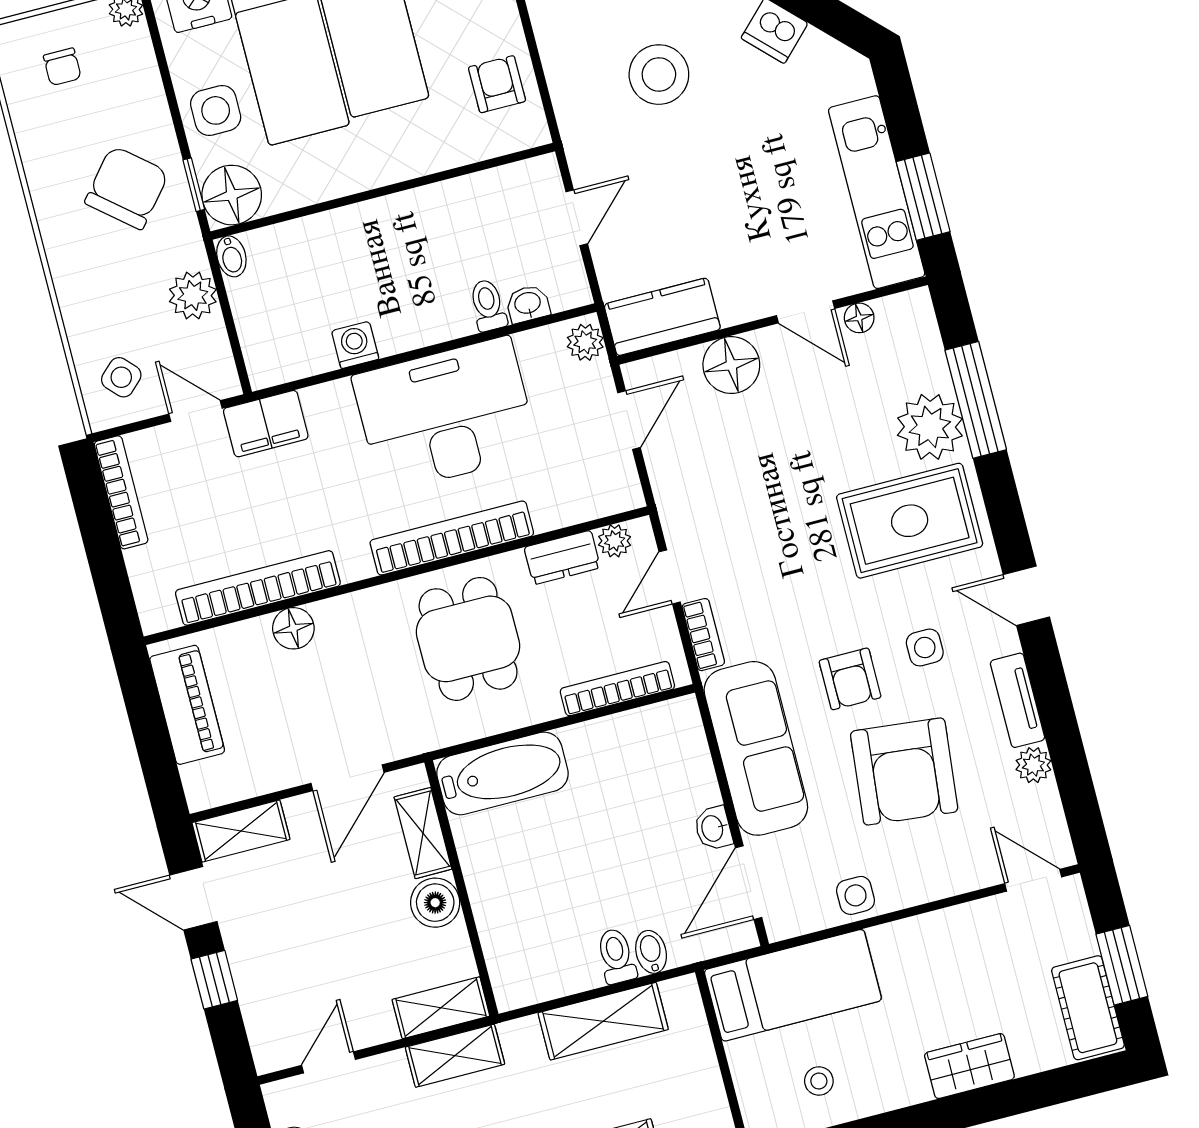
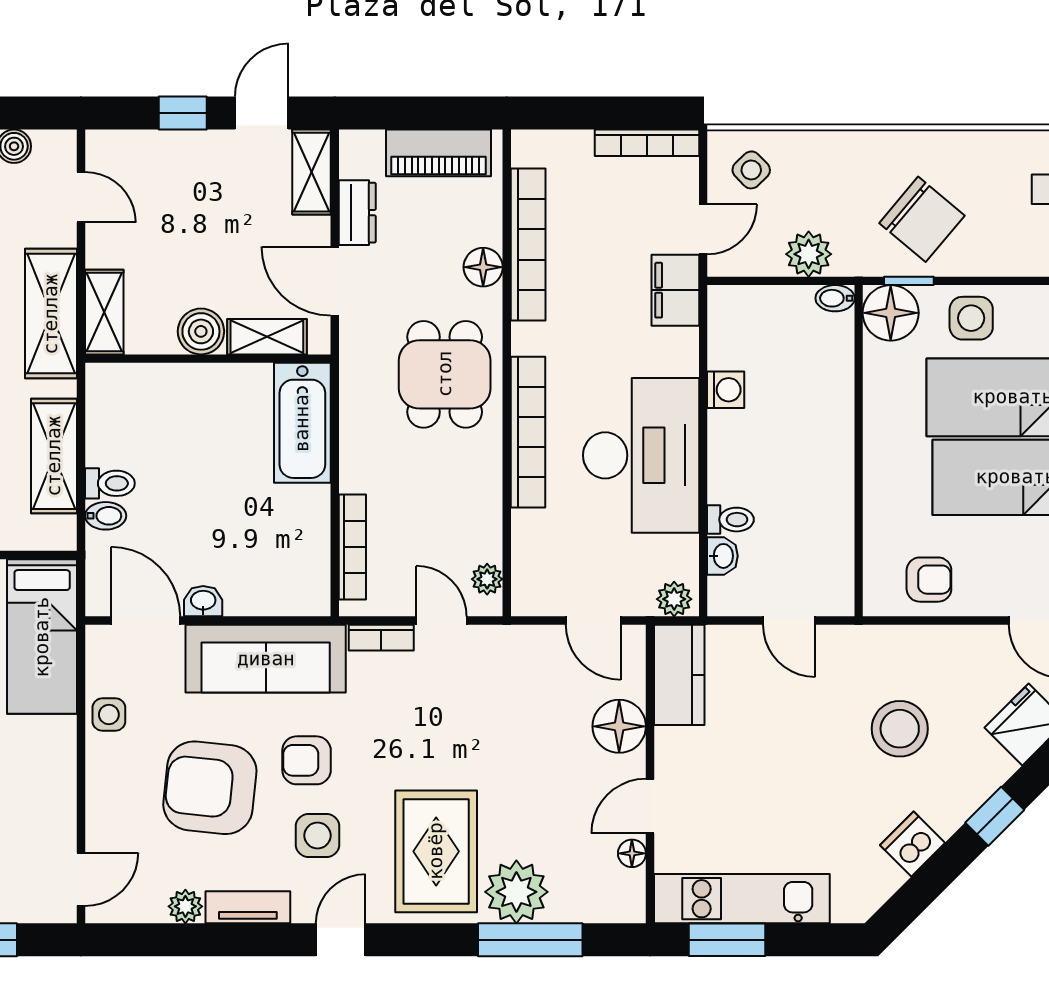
dresser: (562, 558) -> (357, 213), moved, turned 180
dining table: (468, 639) -> (445, 374), moved, turned 90
side table: (925, 648) -> (317, 836), width x1.37, depth x1.37
shelving: (455, 1056) -> (51, 314), width x1.50, depth x1.33

